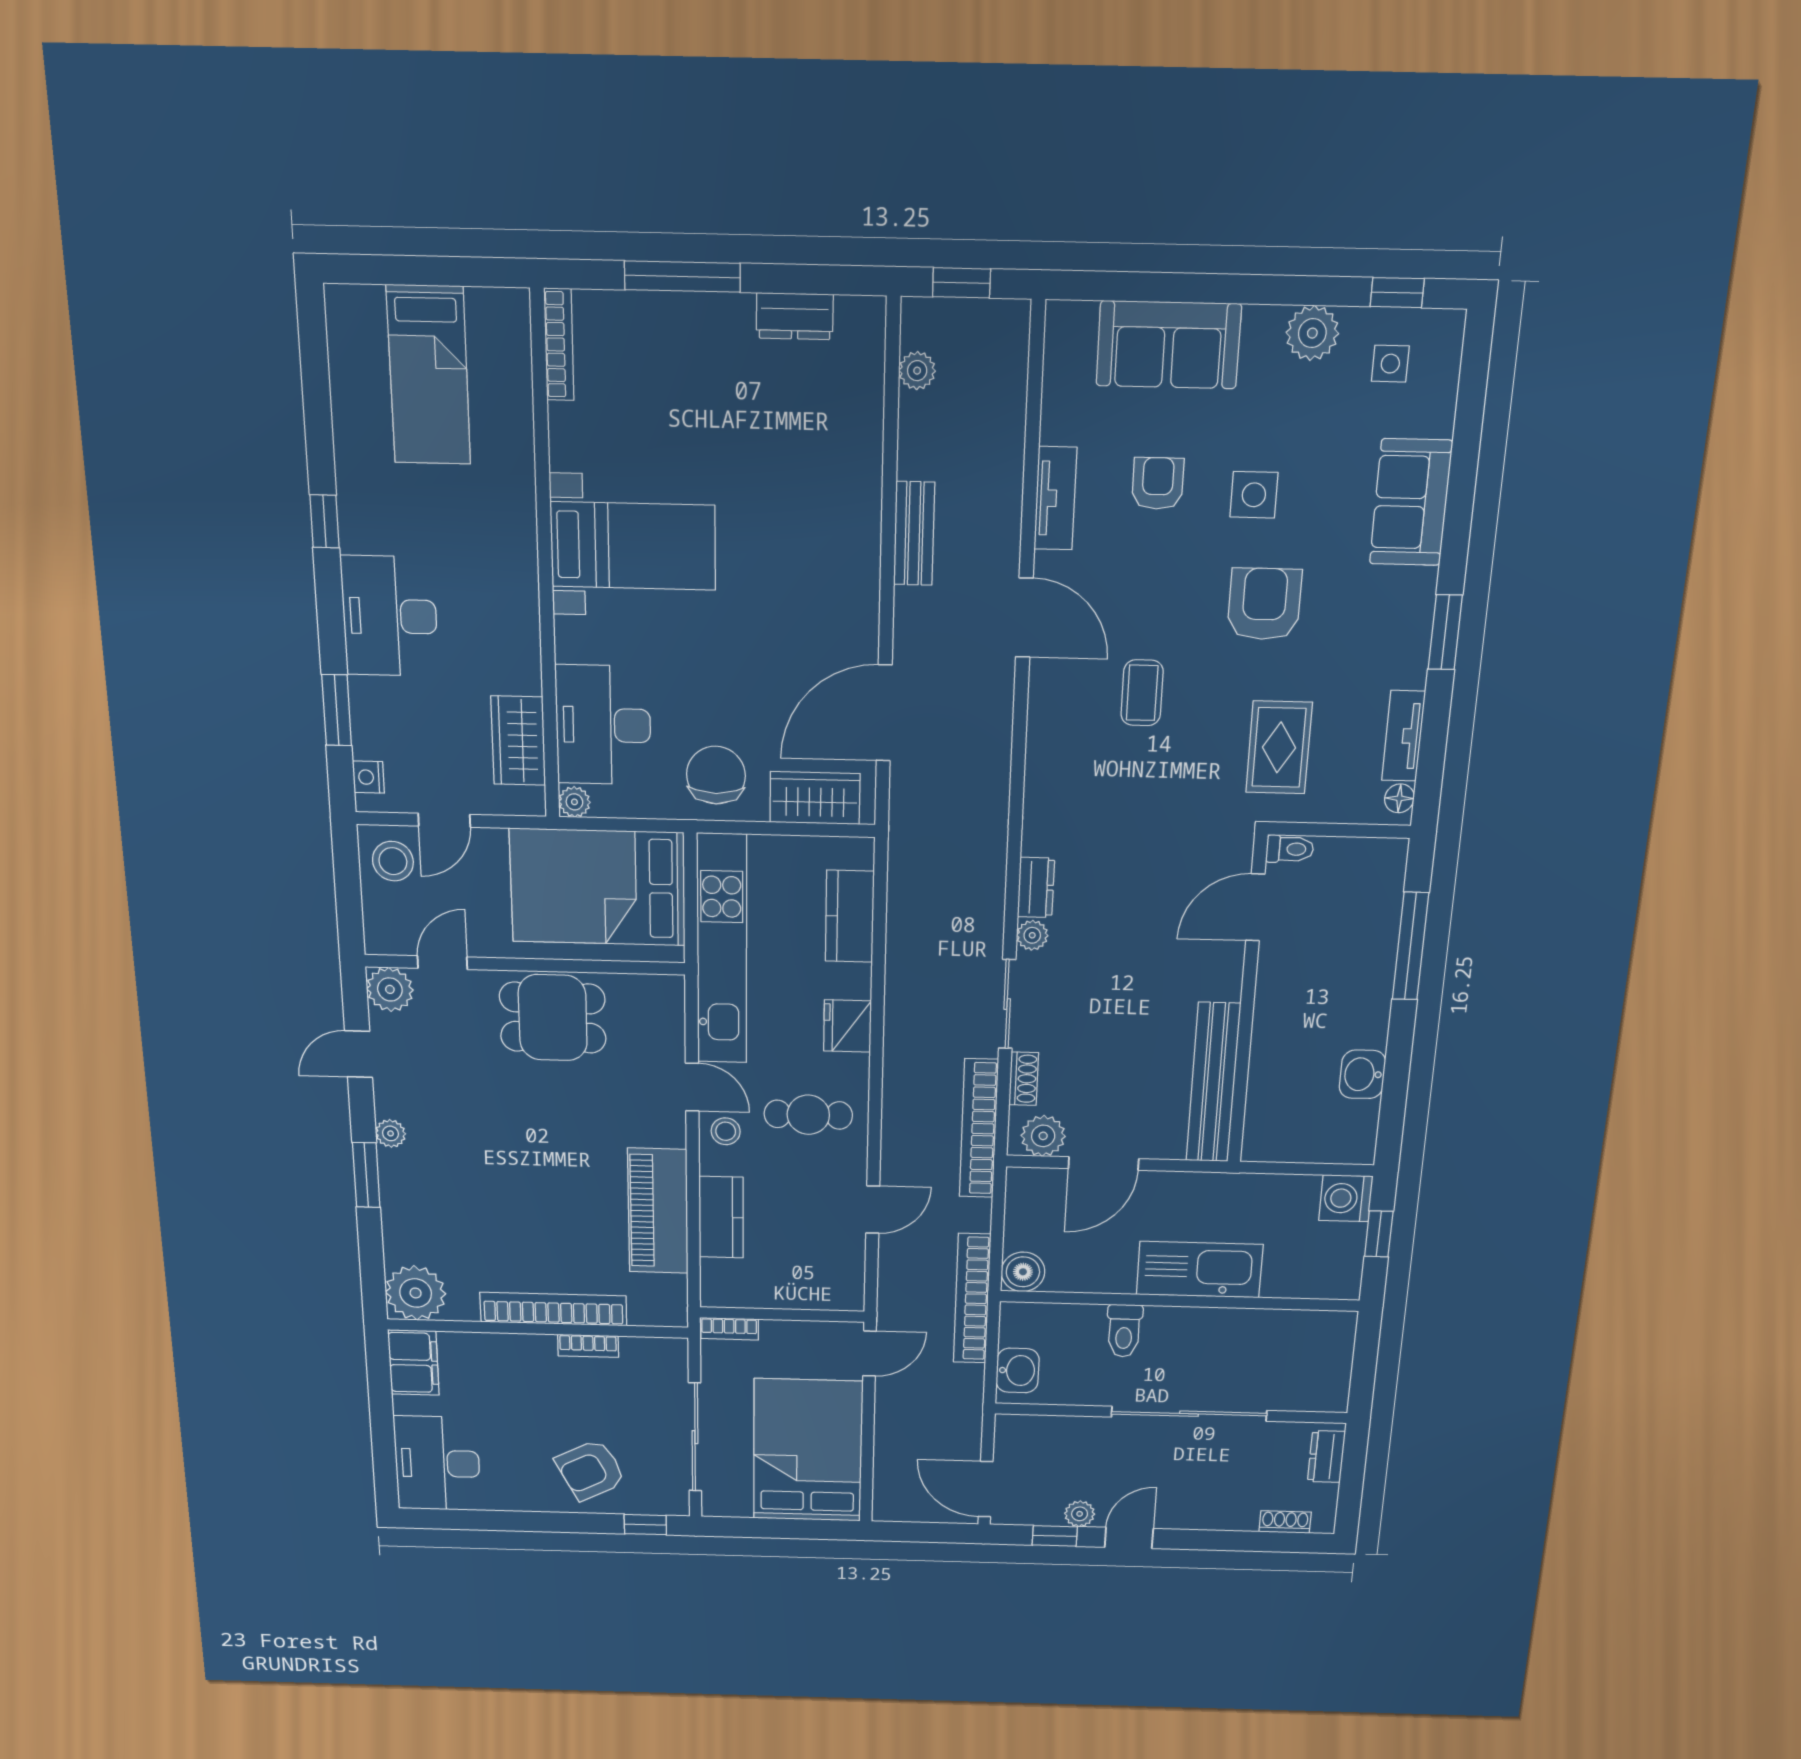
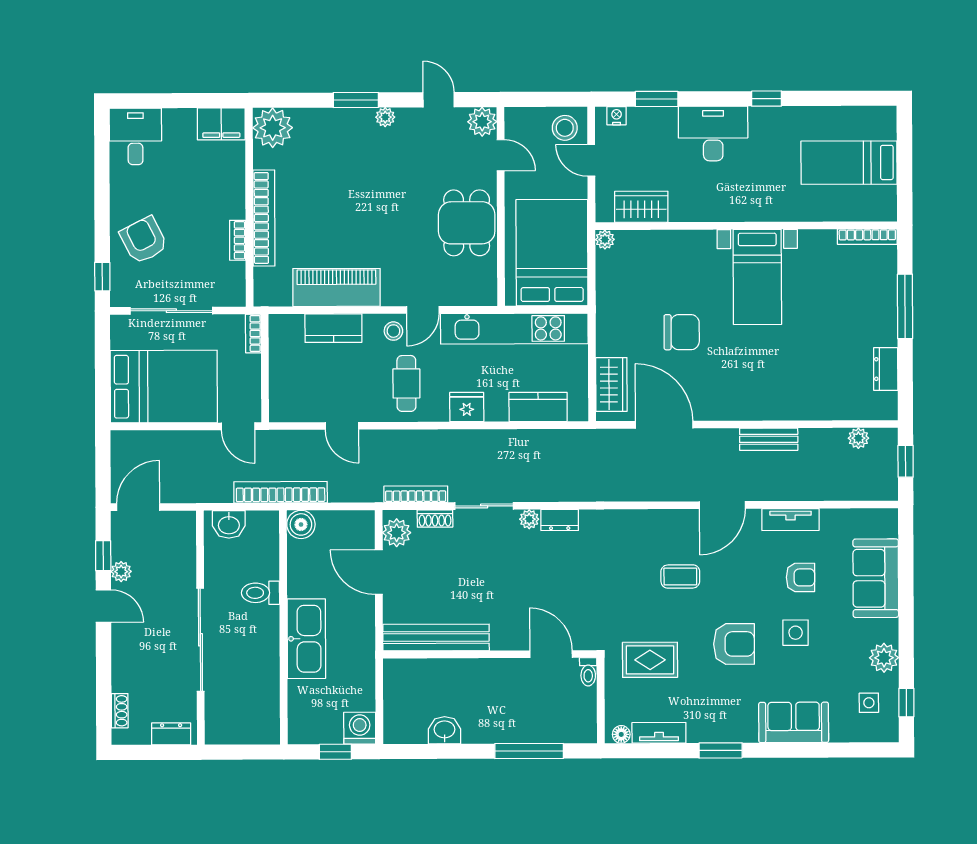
desk: (603, 725) -> (652, 258), removed
chair: (716, 775) -> (682, 332), moved
bookcase: (979, 1128) -> (416, 494), width x0.68, depth x0.76
desk: (437, 1463) -> (135, 136), width x0.73

